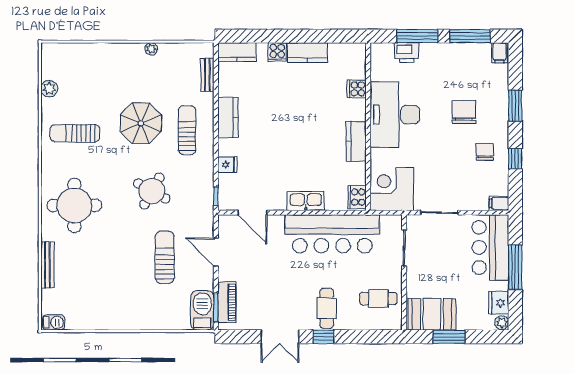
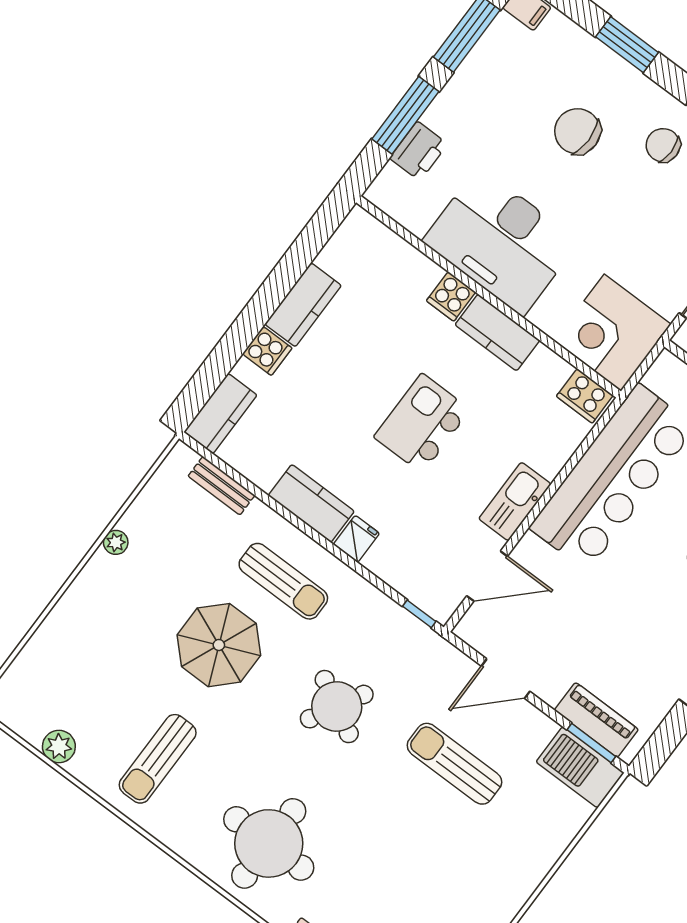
cooker: (357, 89) -> (451, 296), moved
sun lounger: (187, 130) -> (283, 581), turned 180
kitchen island: (295, 138) -> (422, 423), added
fridge: (227, 165) -> (356, 539), moved
kitchen sink: (306, 201) -> (515, 501), moved

